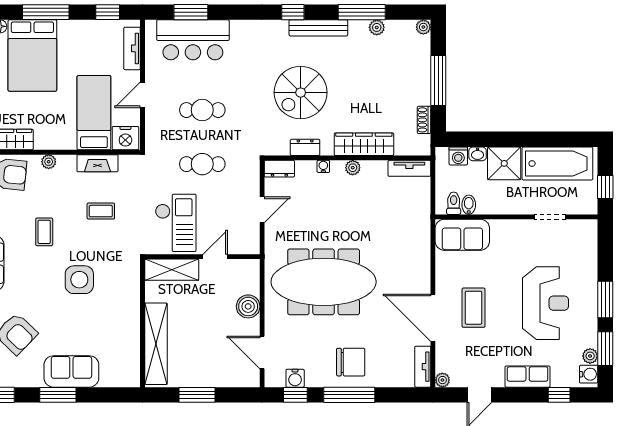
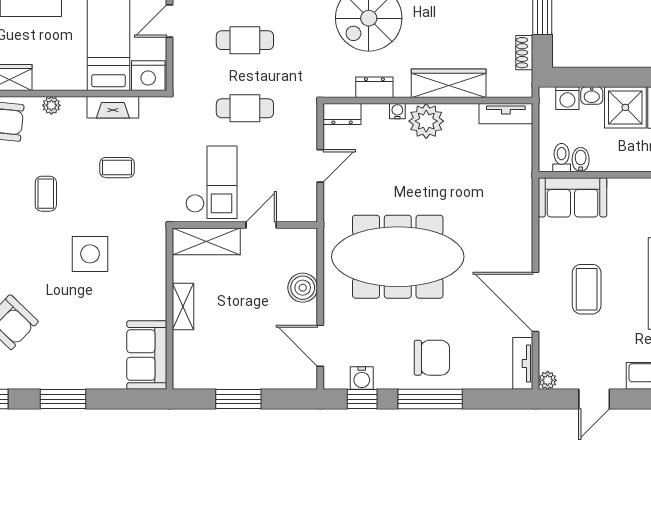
plant: (353, 168) -> (426, 121), width x1.88, depth x1.88
shelving: (156, 344) -> (183, 307), width x0.45, depth x0.75
sofa: (71, 371) -> (147, 355), moved, turned -90

